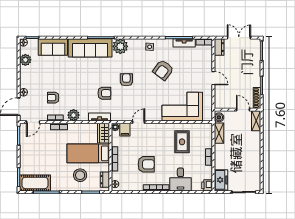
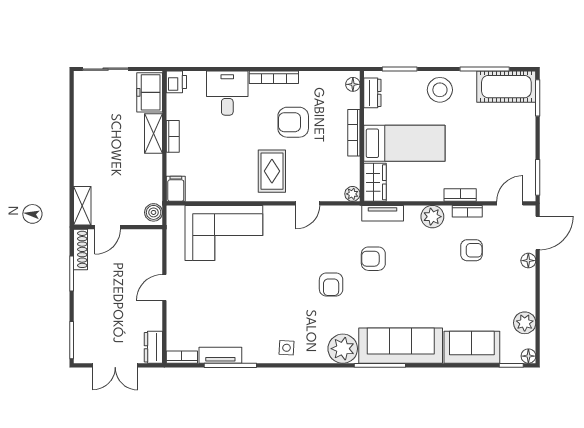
armchair: (163, 70) -> (261, 303), removed
door: (213, 78) -> (164, 288), hinge flipped
door: (243, 110) -> (108, 227), hinge flipped
filing cabinet: (125, 130) -> (176, 189), moved
shelving: (219, 133) -> (153, 134), moved
rug: (182, 142) -> (272, 171), moved
stool: (80, 175) -> (440, 90), moved

